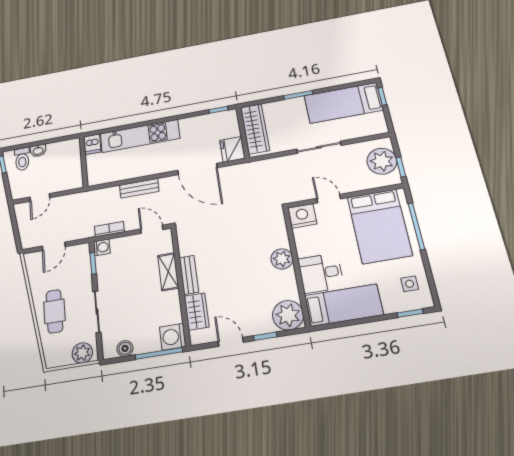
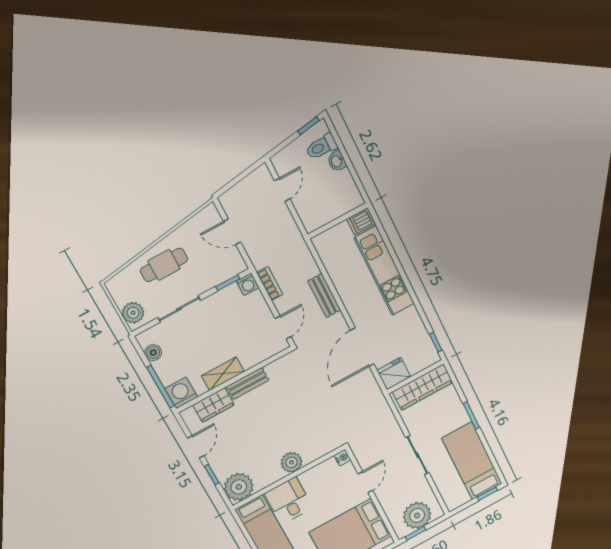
door: (40, 197) -> (282, 190), swing flipped
nightstand: (302, 216) -> (342, 458), width x0.53, depth x0.56
shelving: (168, 272) -> (223, 374), moved

